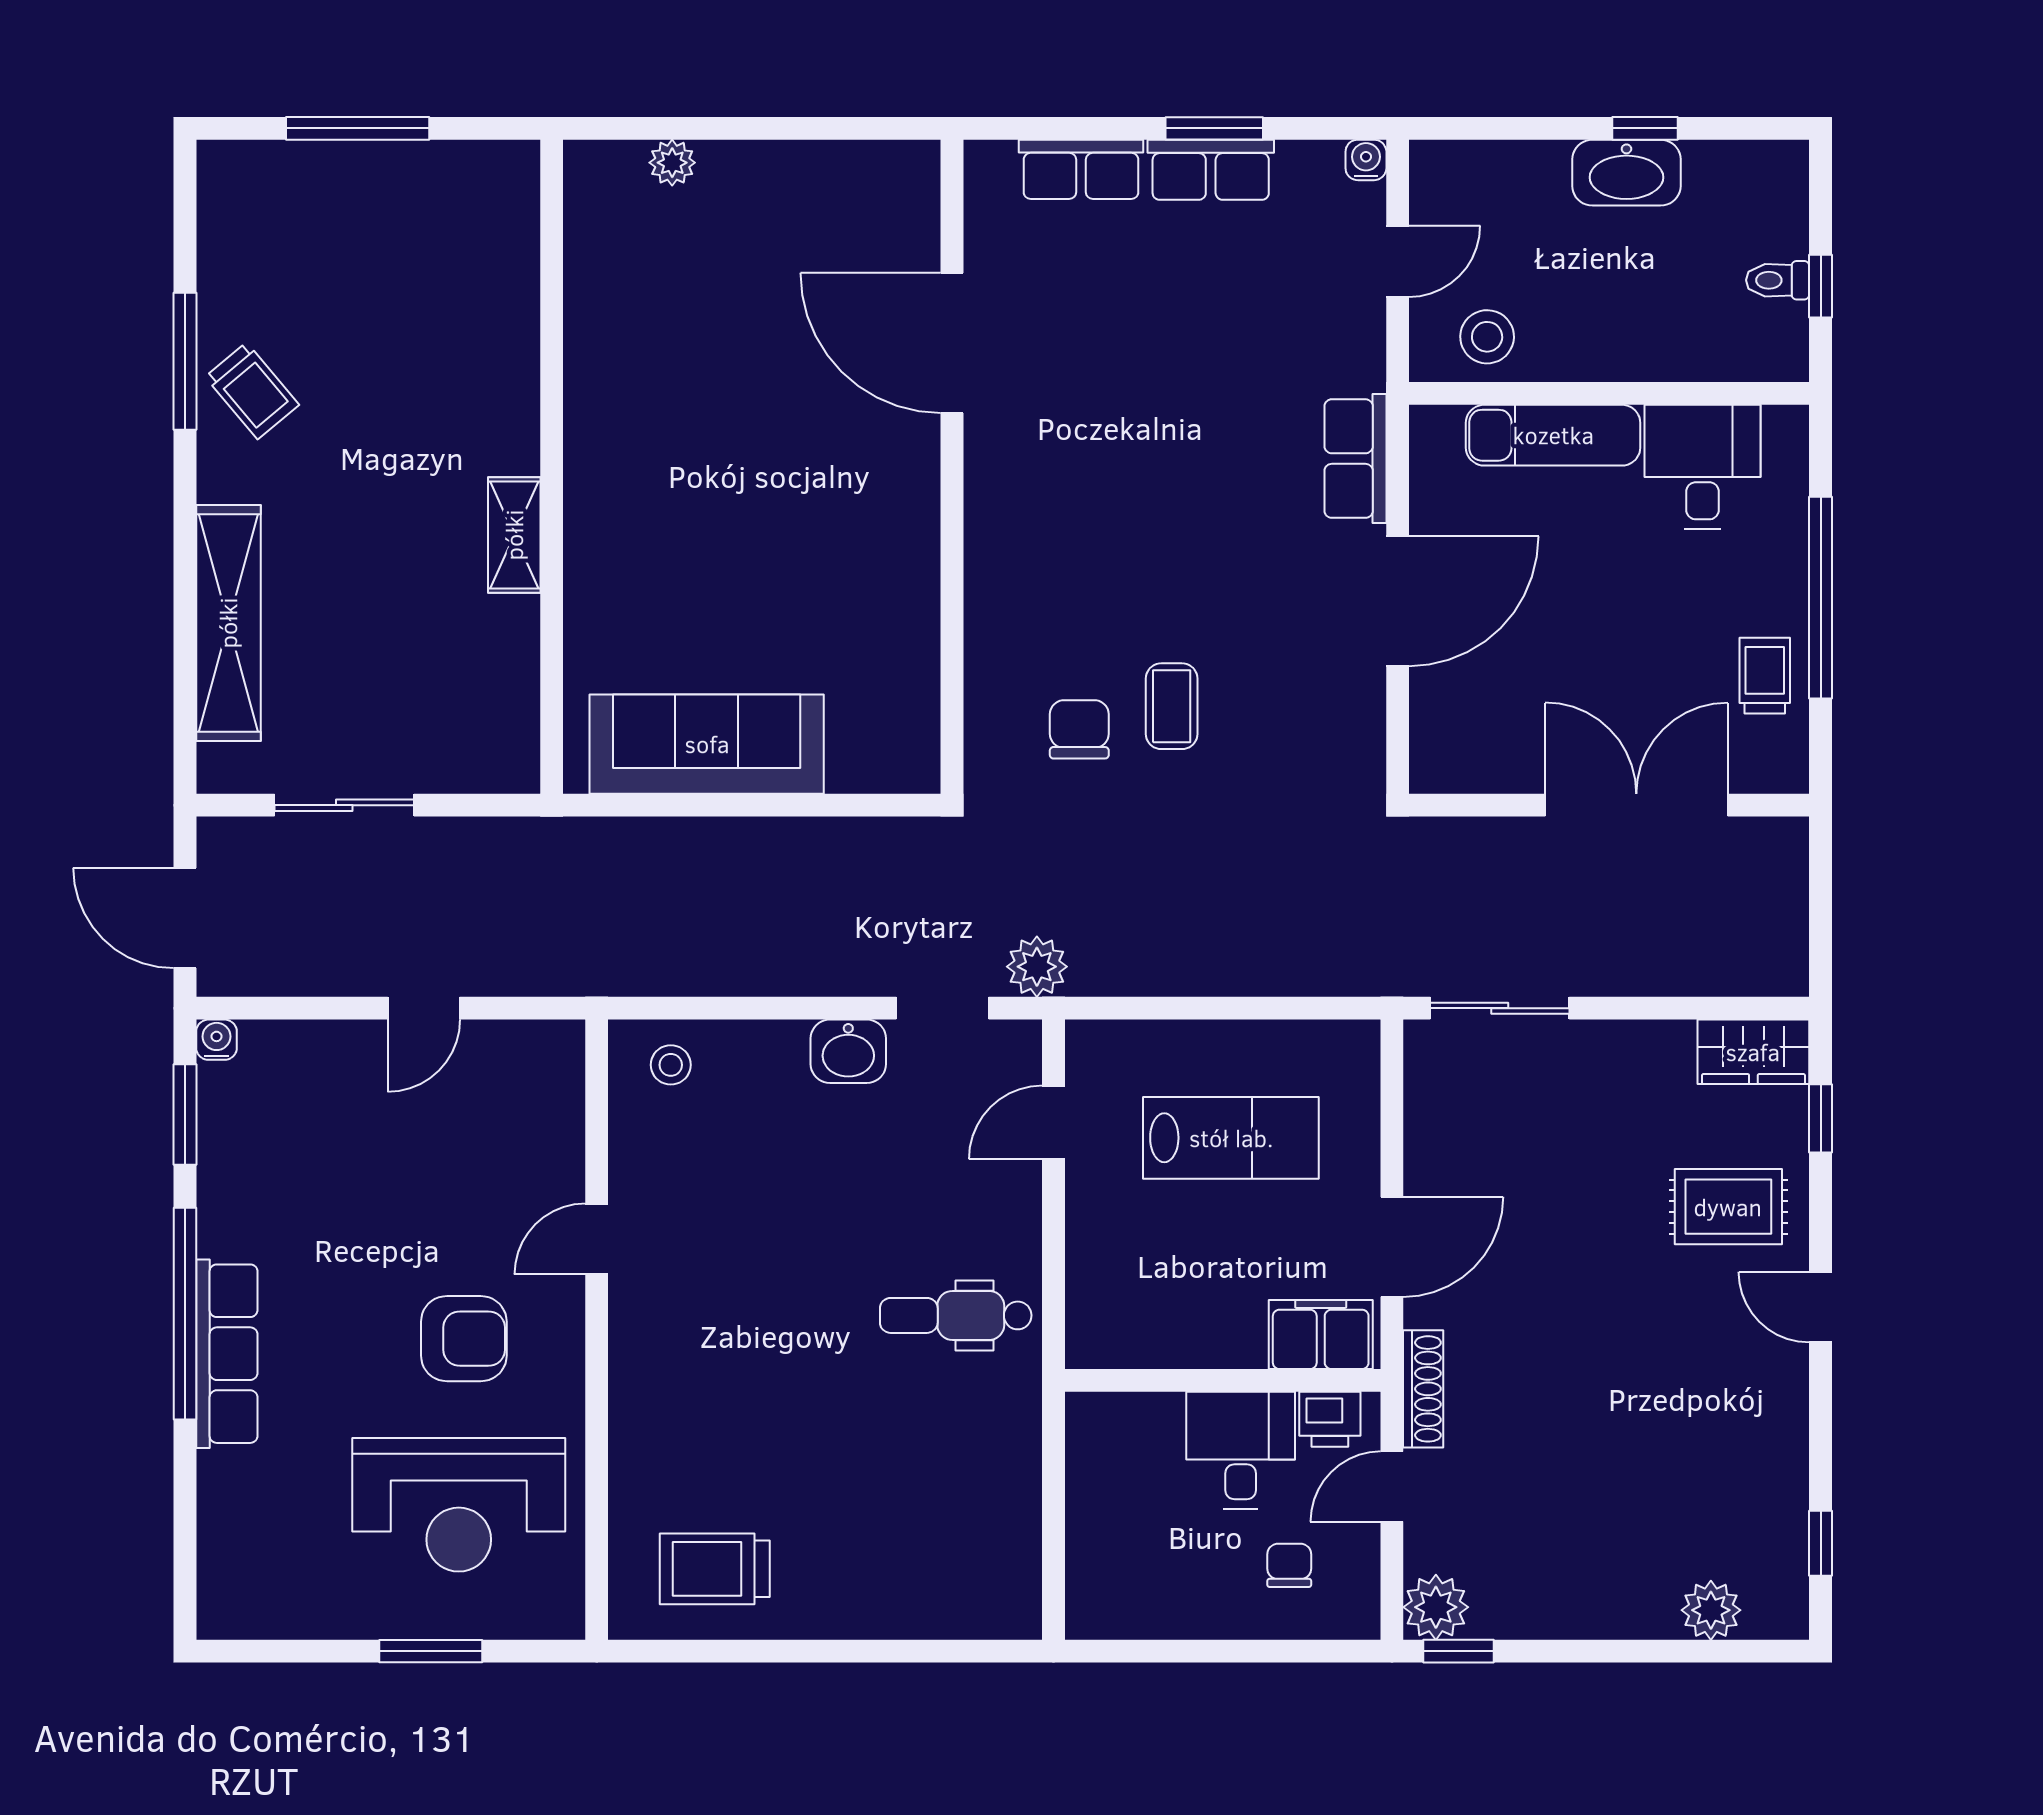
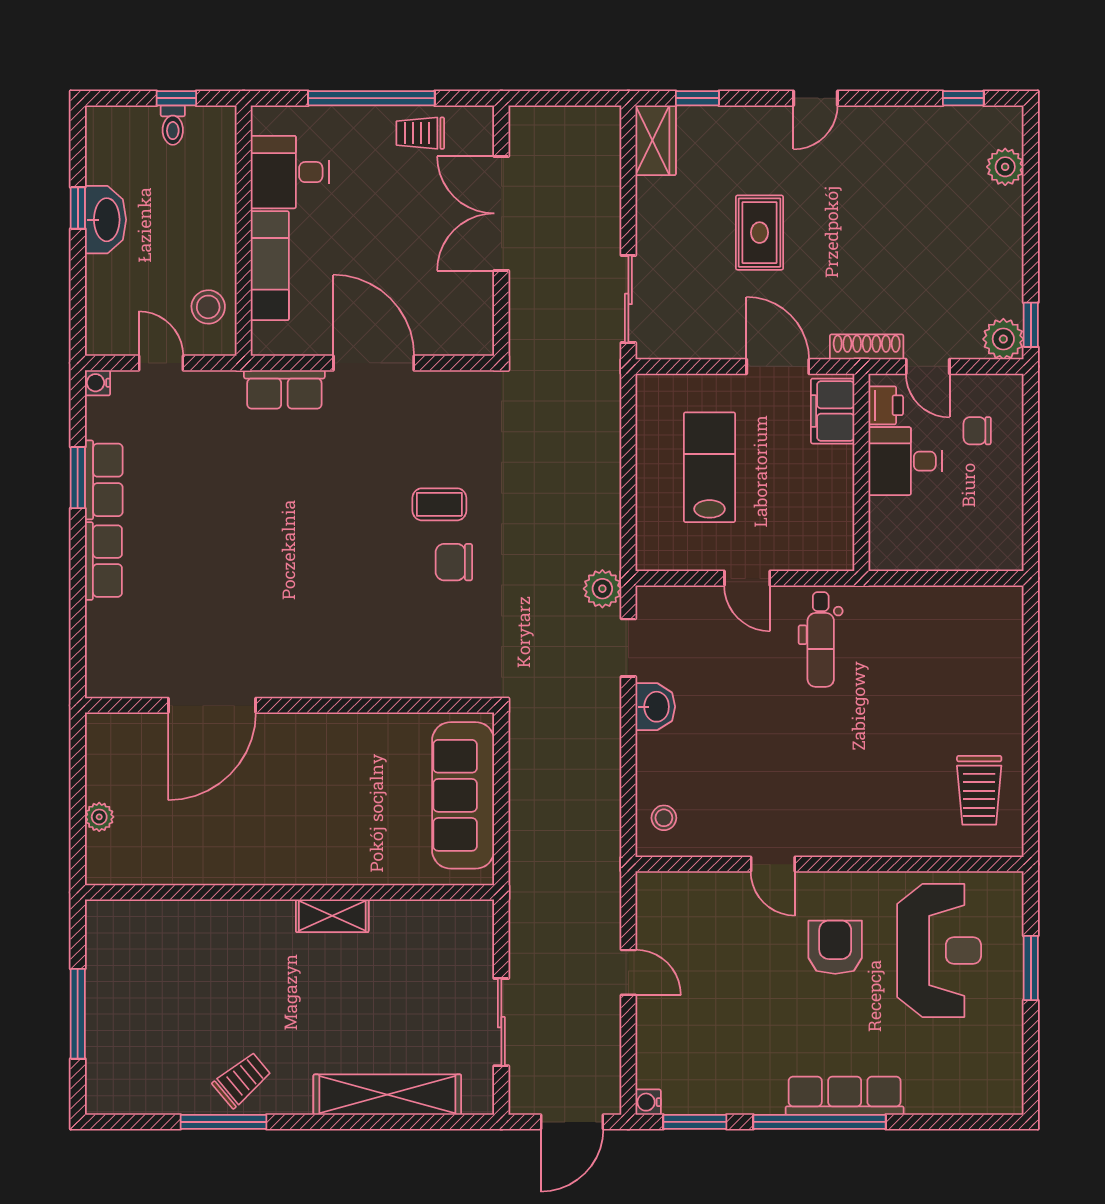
door: (952, 343) -> (212, 705), moved
wall: (952, 467) -> (290, 705), moved
door: (1054, 1122) -> (747, 578), moved
rug: (1728, 1207) -> (760, 233), moved

